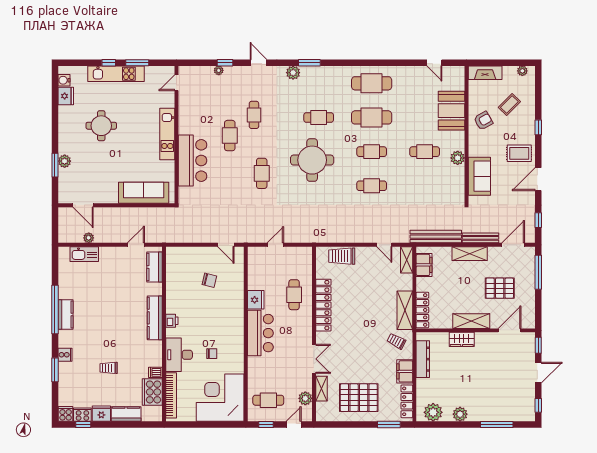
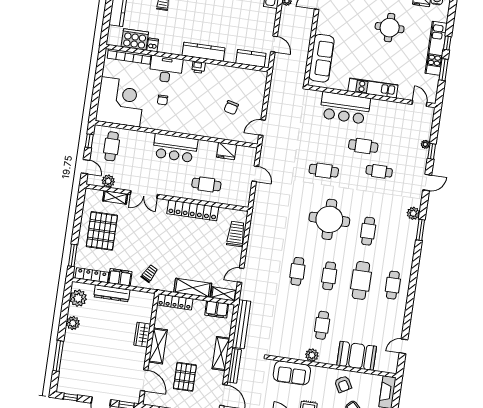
cafe table: (372, 83) -> (393, 285), width x0.73, depth x0.74
fridge: (256, 300) -> (226, 151), moved
shelving: (405, 310) -> (193, 288), moved
dresser: (423, 359) -> (112, 293), moved

